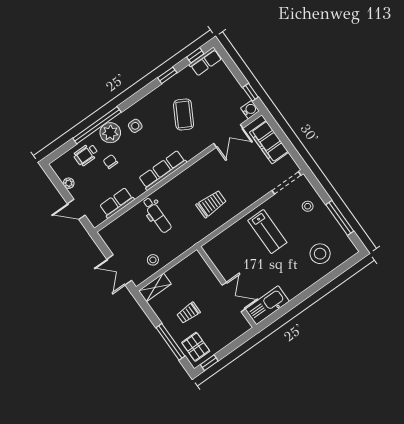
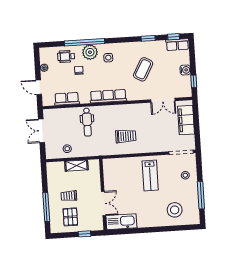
water cooler: (250, 110) -> (185, 70), moved
double door: (119, 270) -> (41, 131), moved
shelving: (155, 287) -> (76, 166), moved
pallet: (196, 347) -> (70, 217), moved
window: (209, 363) -> (85, 234), moved

